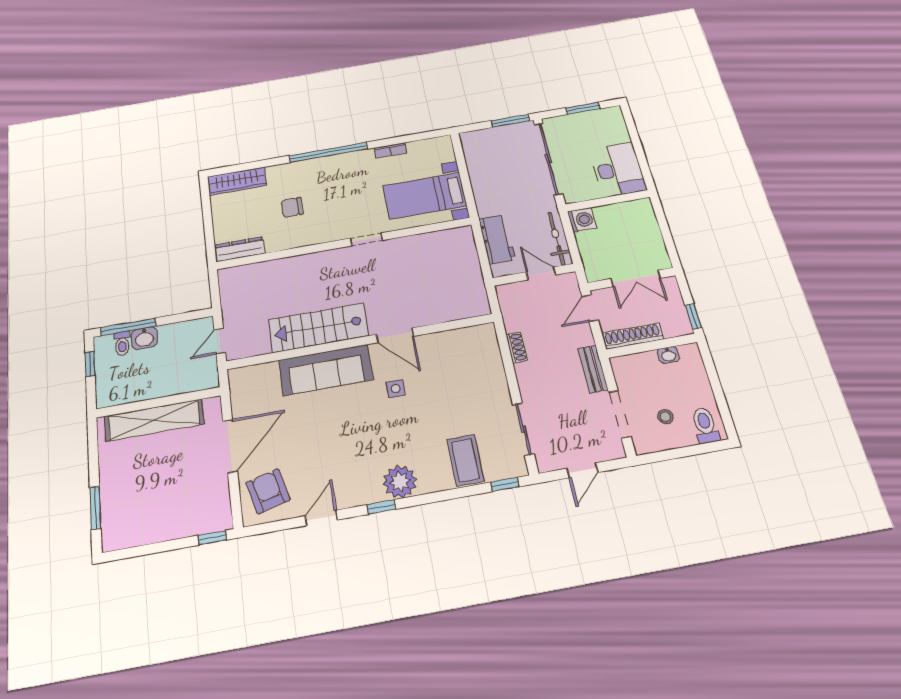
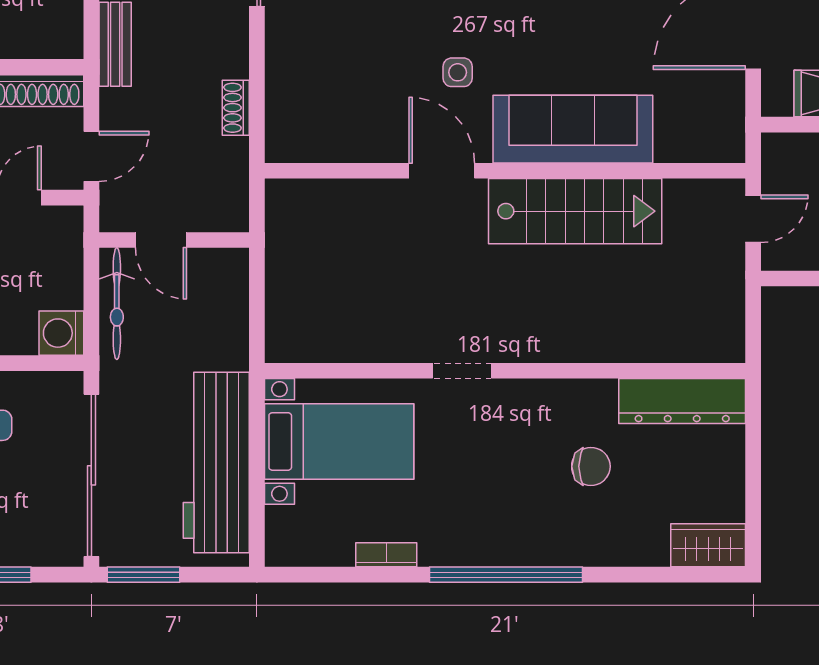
wardrobe: (237, 181) -> (708, 545), width x0.67
workbench: (497, 239) -> (216, 463), moved, width x1.87, depth x1.32
dresser: (240, 249) -> (682, 401), width x1.37, depth x1.24

